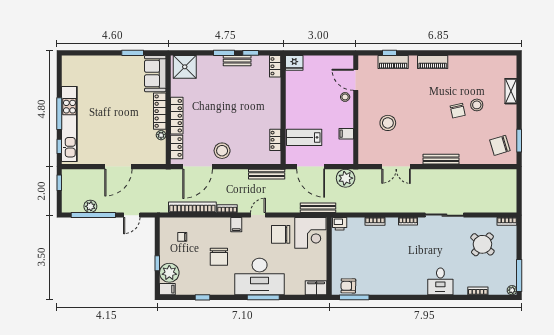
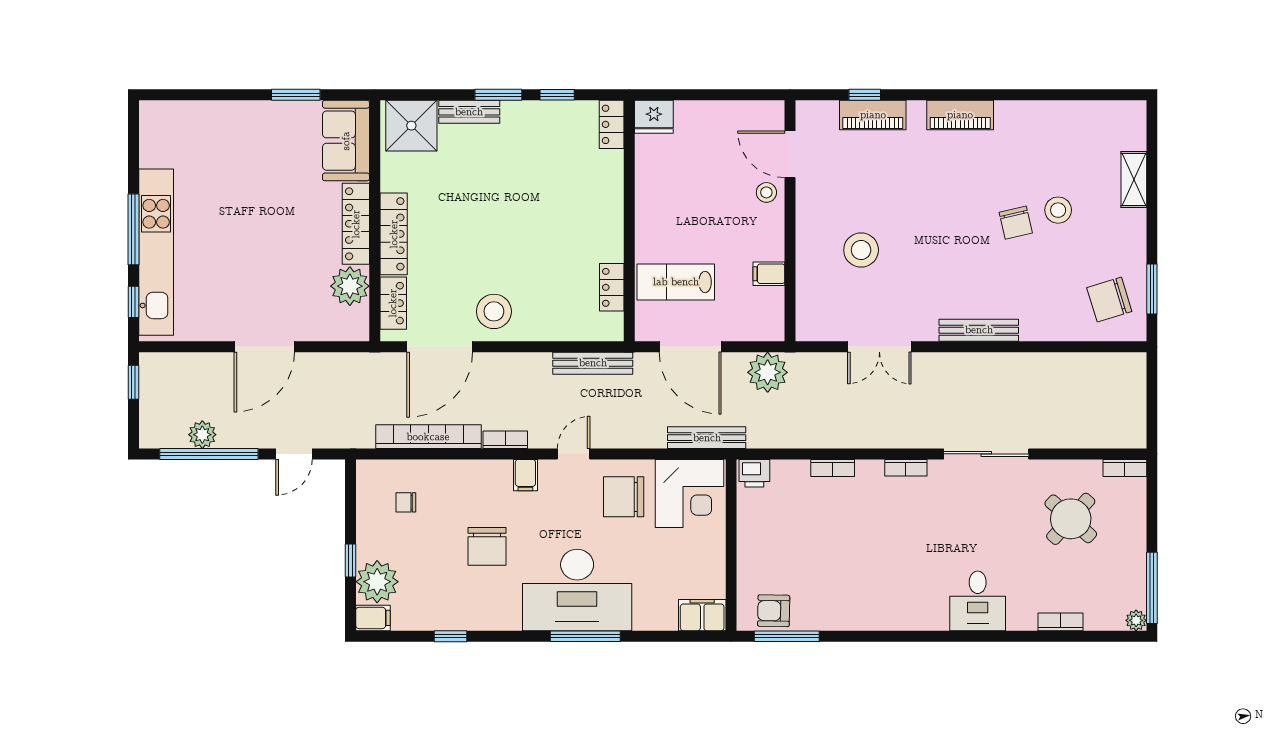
bench: (237, 61) -> (469, 112), moved
plant: (161, 135) -> (350, 286), width x1.88, depth x1.88

